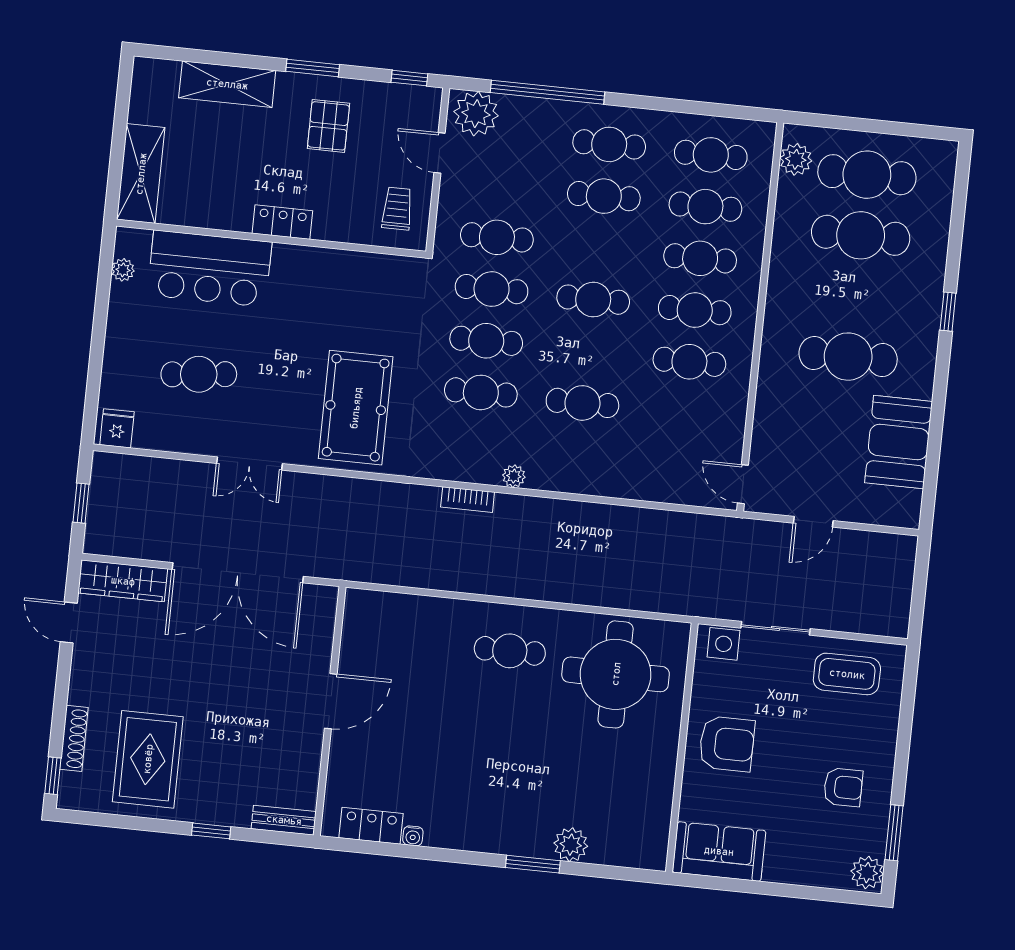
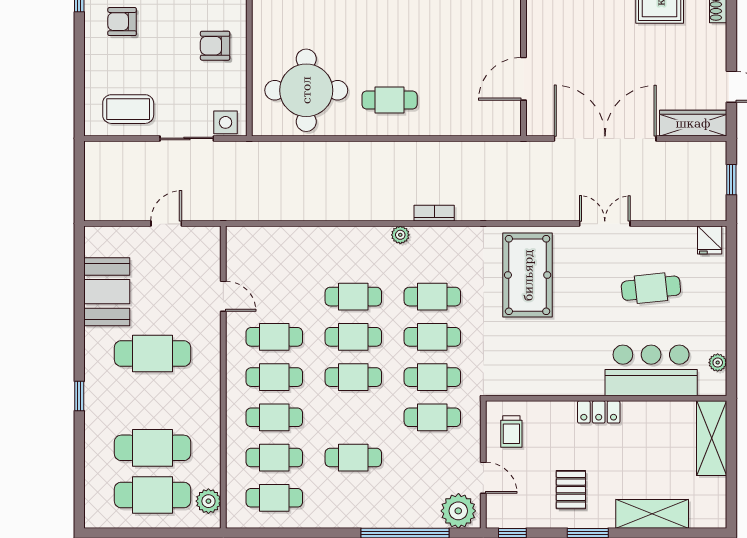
cafe table: (609, 144) -> (353, 337), moved
door: (743, 484) -> (223, 296), moved
door: (331, 701) -> (523, 79), moved
armchair: (727, 744) -> (215, 46), width x0.72, depth x0.72

